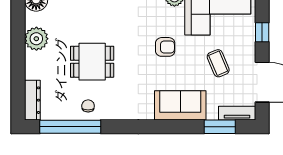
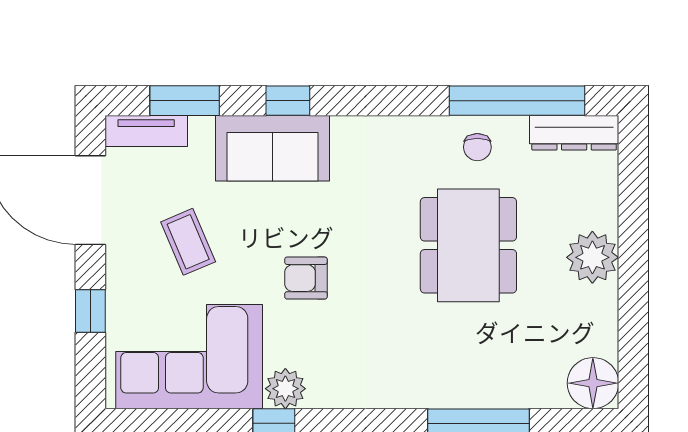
plant: (36, 39) -> (592, 257), moved
dining table: (92, 62) -> (468, 245), width x1.38
dresser: (32, 100) -> (574, 133), moved, turned -90
window: (173, 127) -> (288, 101), added

